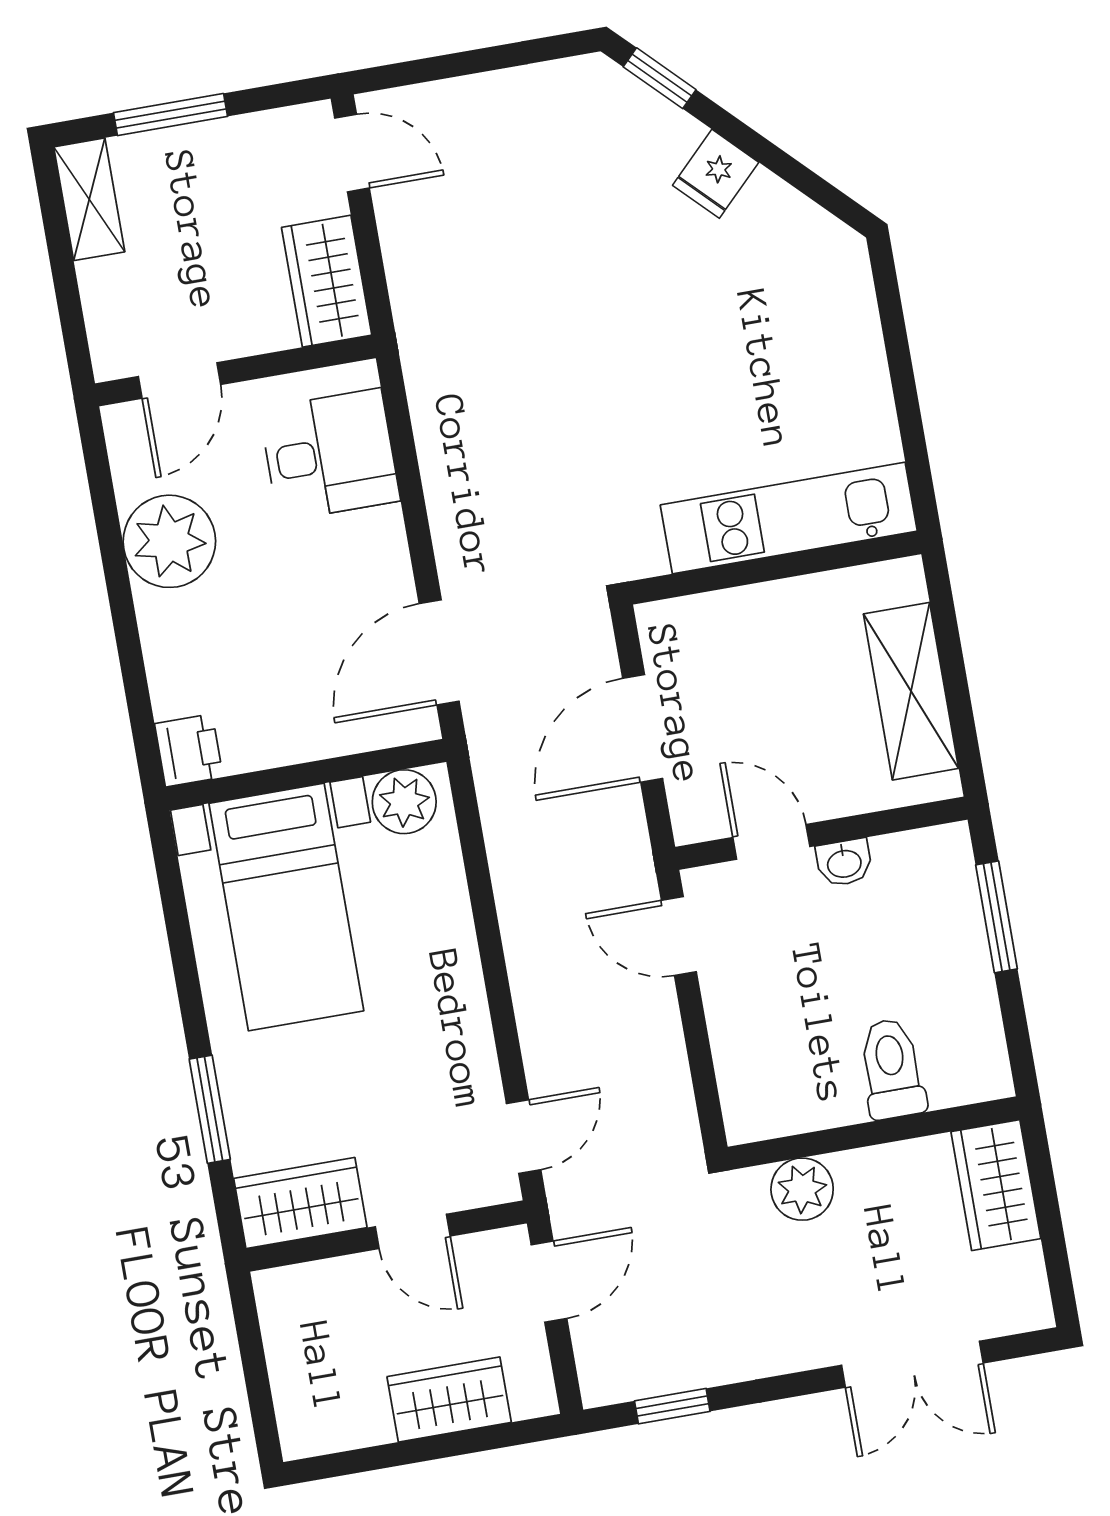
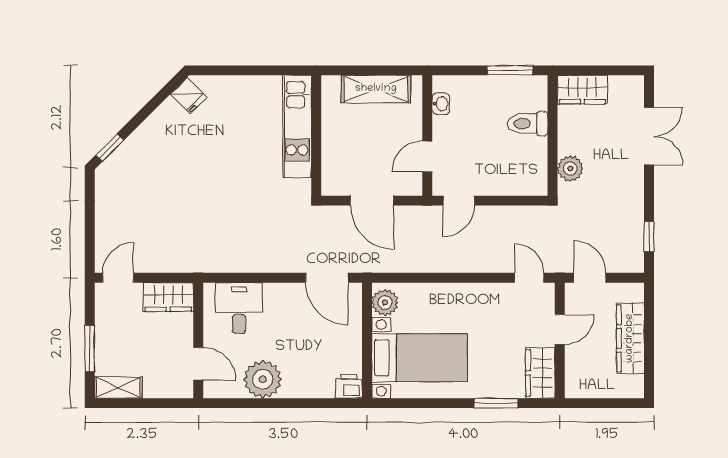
fridge: (716, 174) -> (188, 96), moved
washbasin: (844, 863) -> (441, 104), moved
window: (997, 917) -> (510, 70), moved
wardrobe: (449, 1399) -> (630, 338), width x1.50

